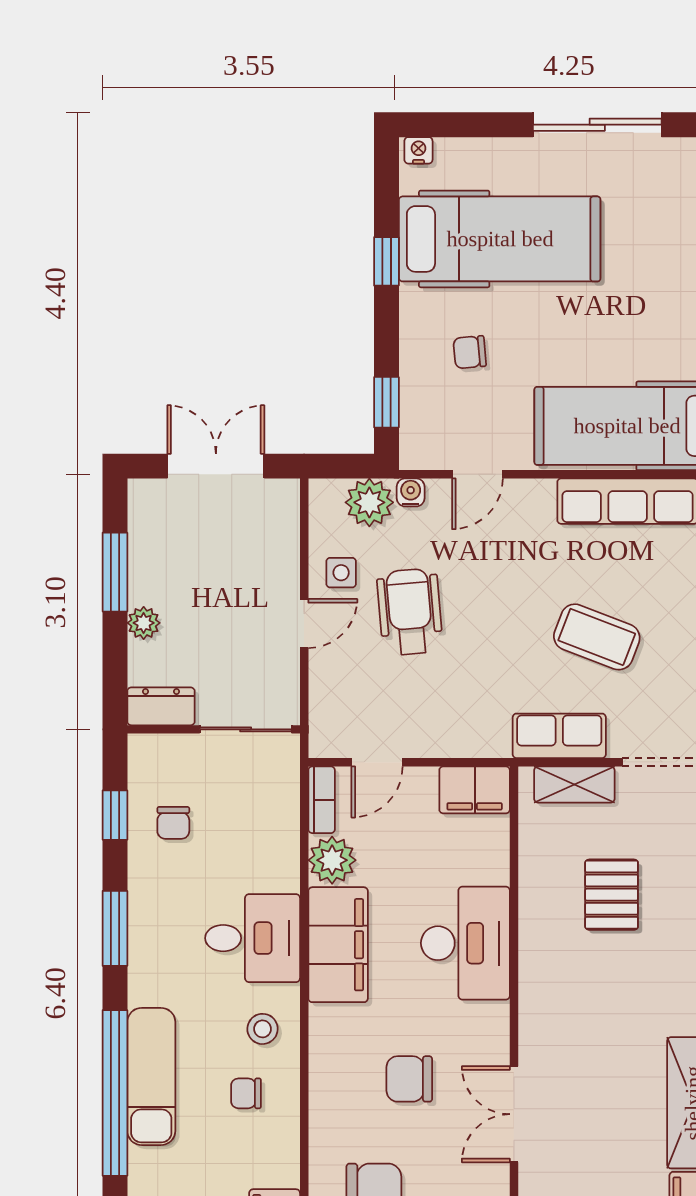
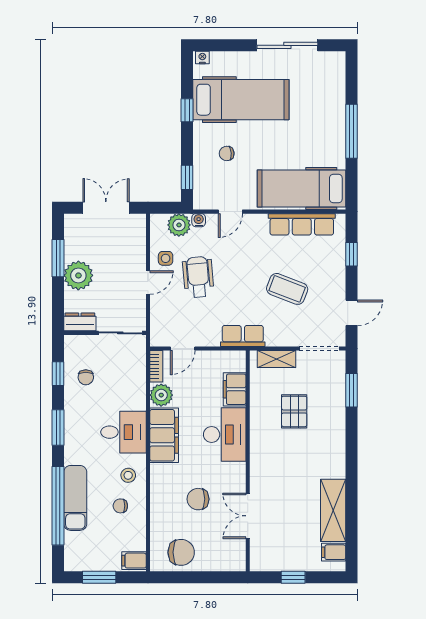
plant: (144, 623) -> (78, 275), width x1.87, depth x1.87
row of seats: (559, 736) -> (243, 336), moved
filing cabinet: (475, 790) -> (235, 389), moved, turned 90

